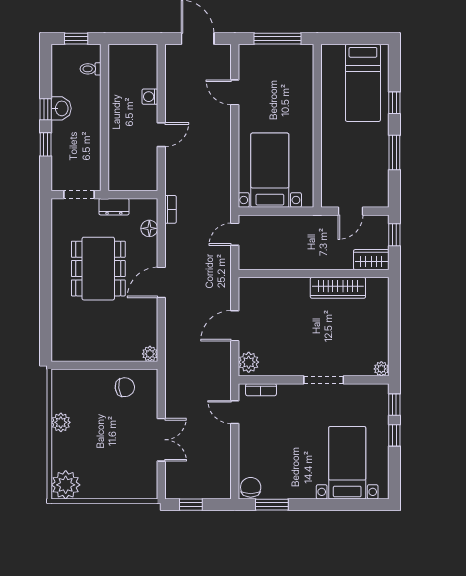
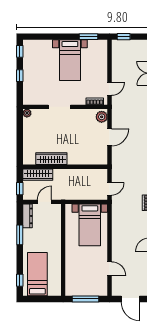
window: (394, 103) -> (20, 280), moved
dresser: (380, 186) -> (27, 216), added
wardrobe: (371, 260) -> (38, 175), width x1.50
window: (394, 405) -> (20, 51), moved
door: (235, 412) -> (110, 89), hinge flipped
bed with nightstands: (347, 463) -> (70, 60), moved
chair: (251, 487) -> (101, 46), removed
window: (191, 505) -> (124, 37), moved

